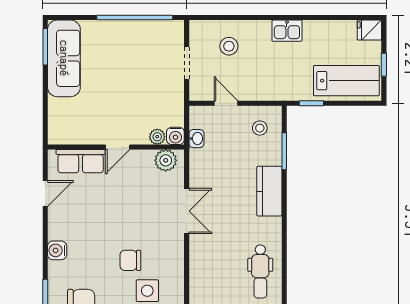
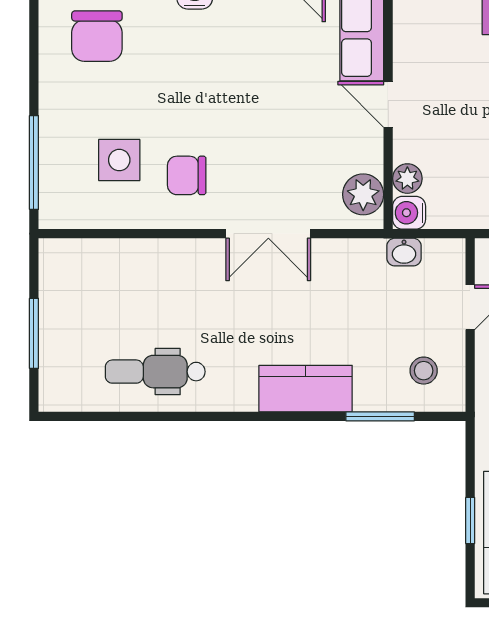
window: (311, 103) -> (470, 521), moved
chair: (130, 260) -> (187, 175), moved, turned -90

